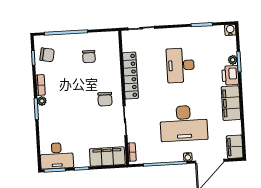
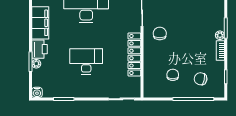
chair: (47, 55) -> (201, 79), moved
desk: (180, 65) -> (86, 62), turned -90

